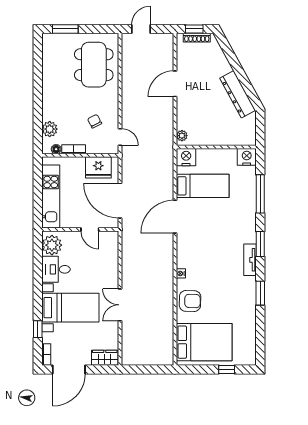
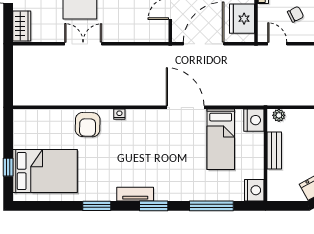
door: (120, 137) -> (277, 44), swing flipped
bench: (212, 140) -> (274, 151), added
bed: (204, 342) -> (45, 171), moved, turned -90

